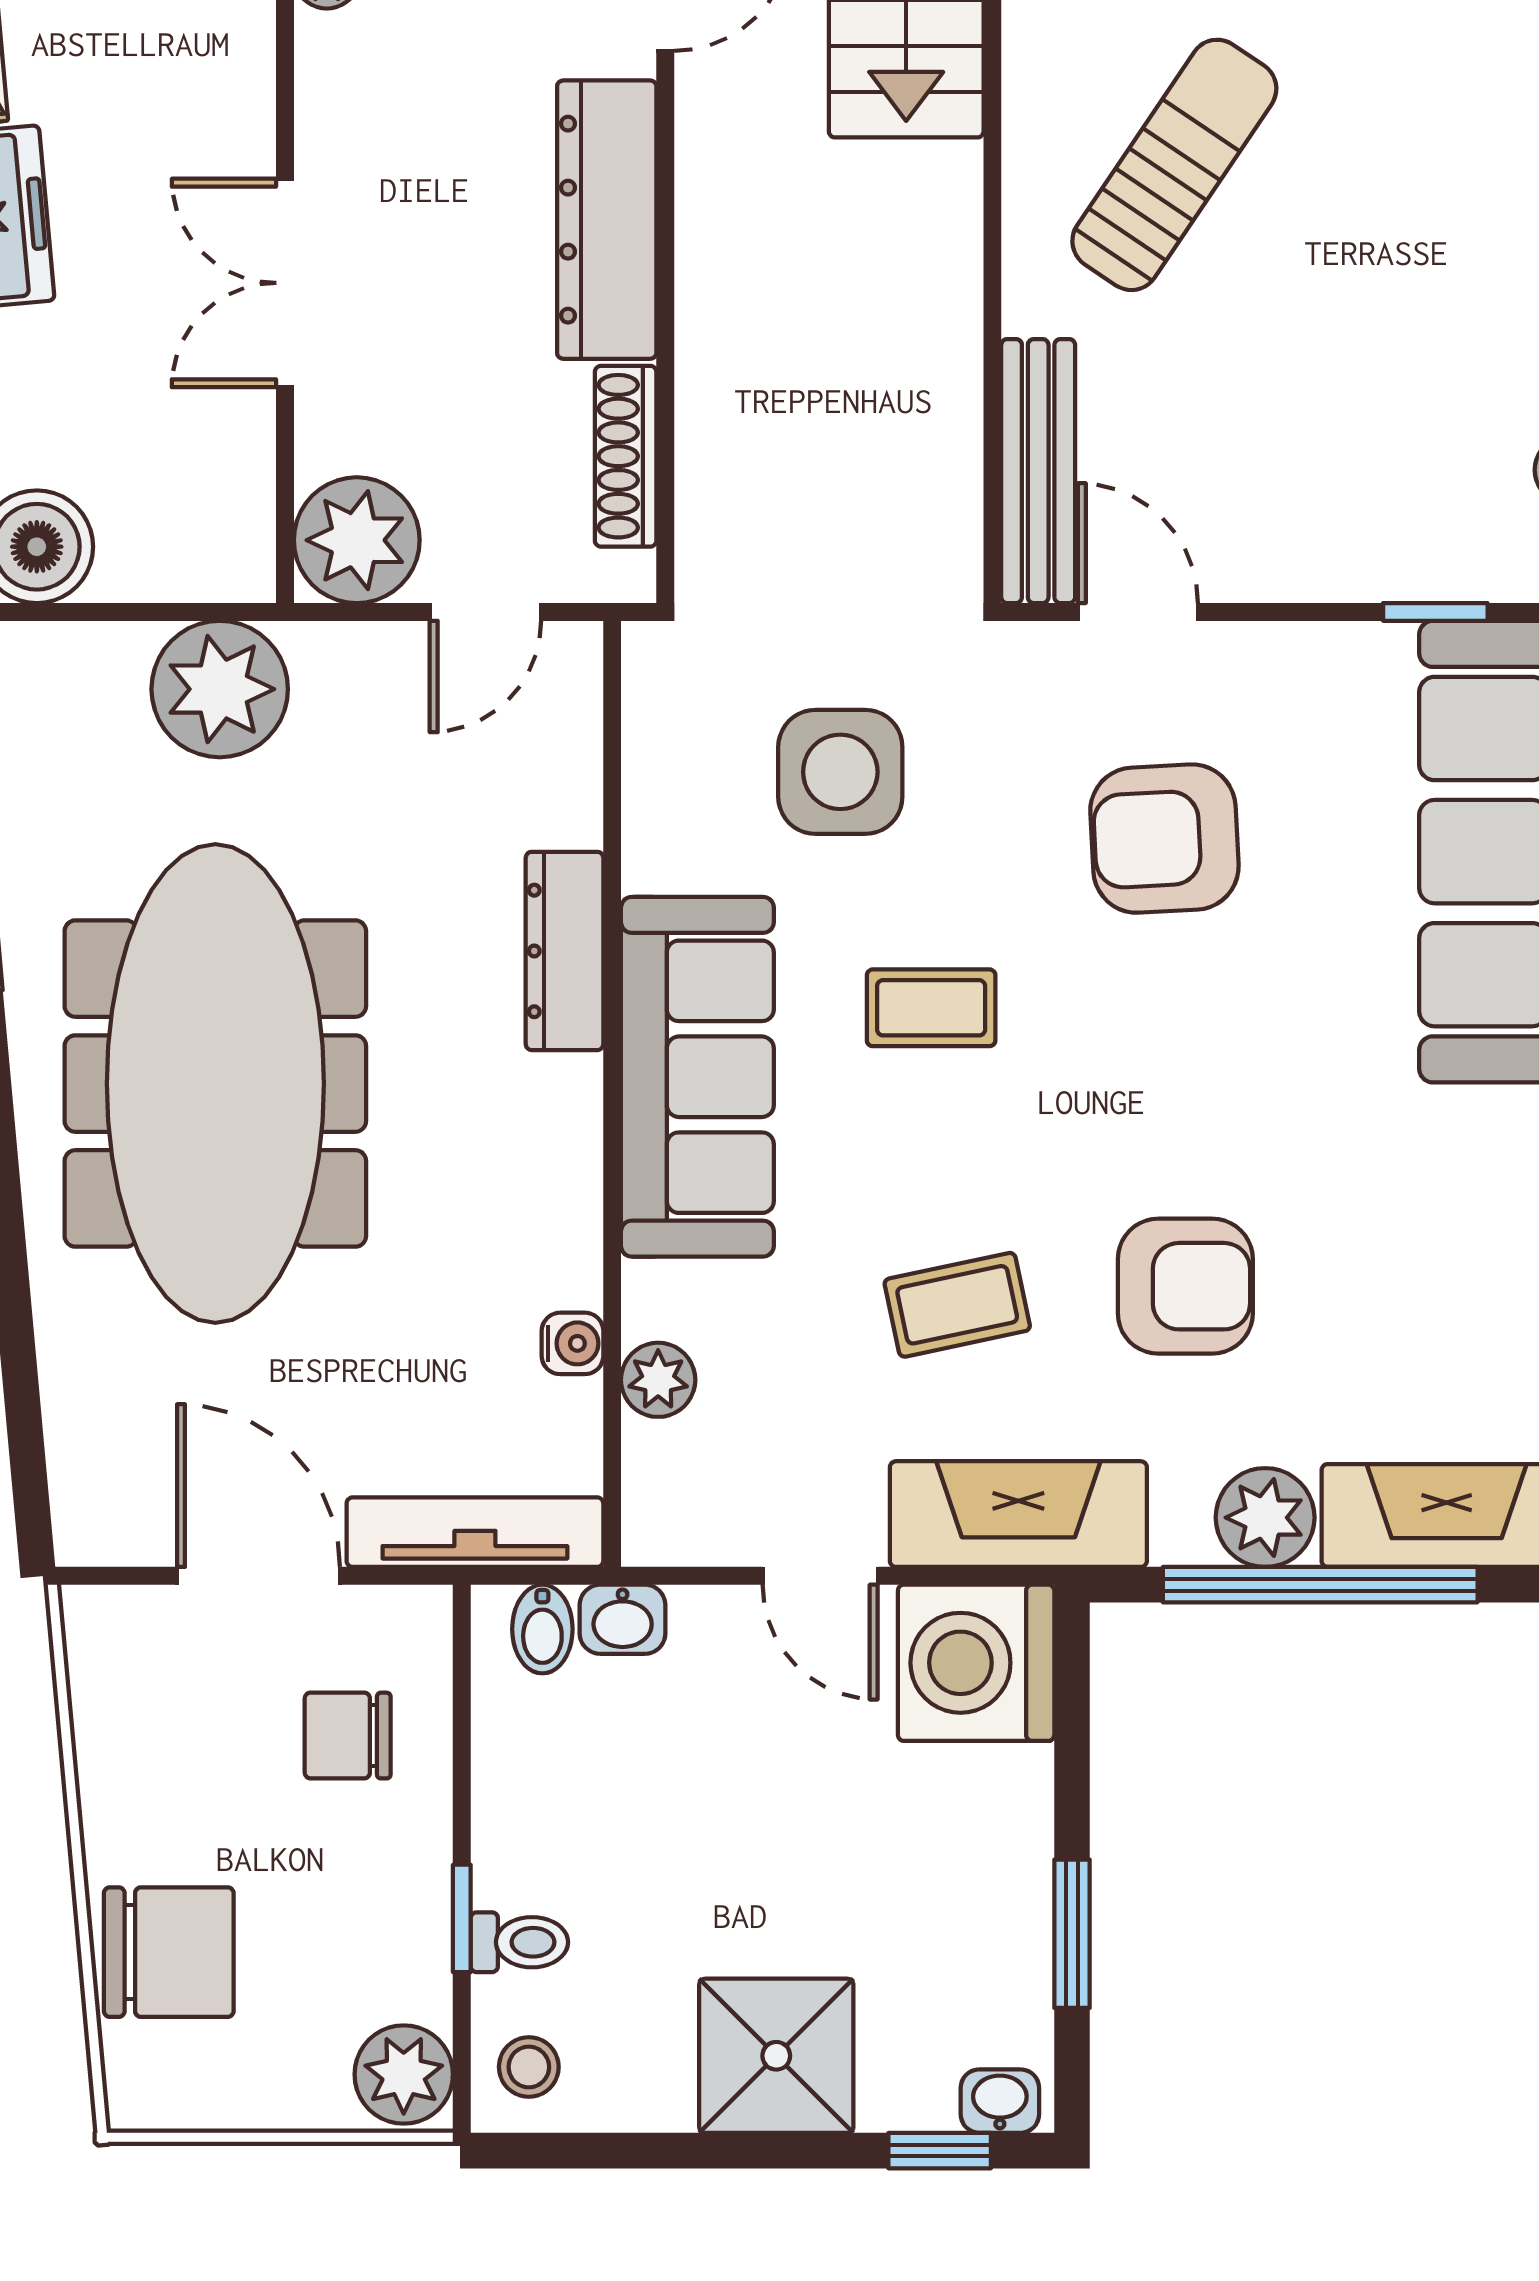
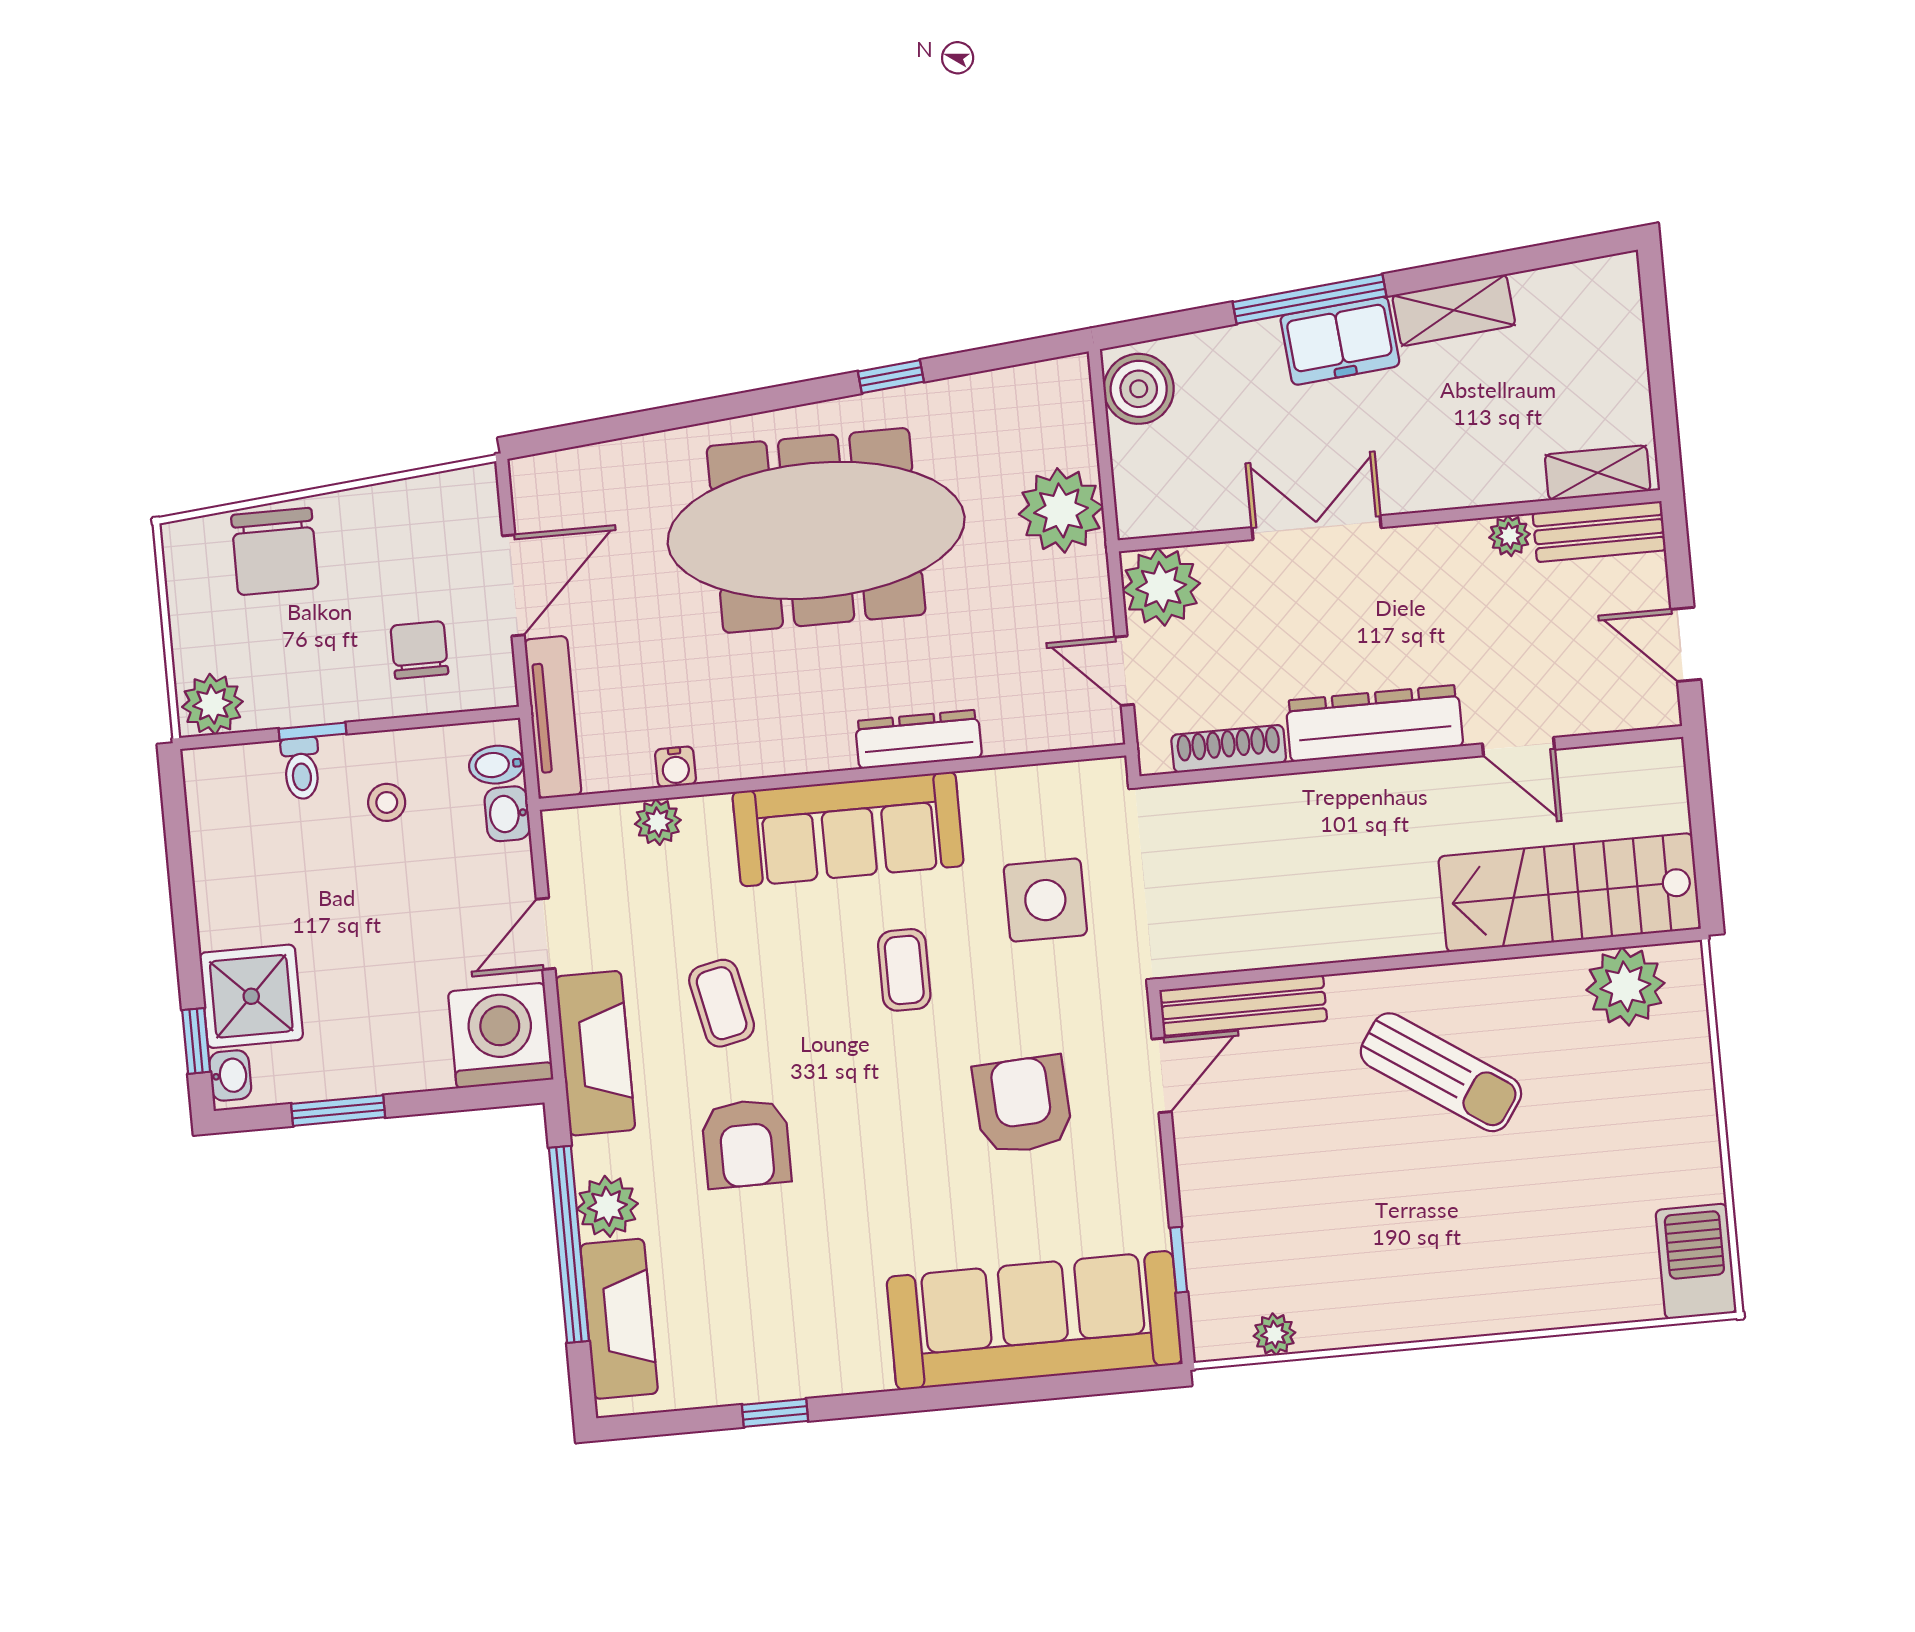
shower: (776, 2056) -> (251, 996), moved
stool: (529, 2067) -> (387, 802), moved

